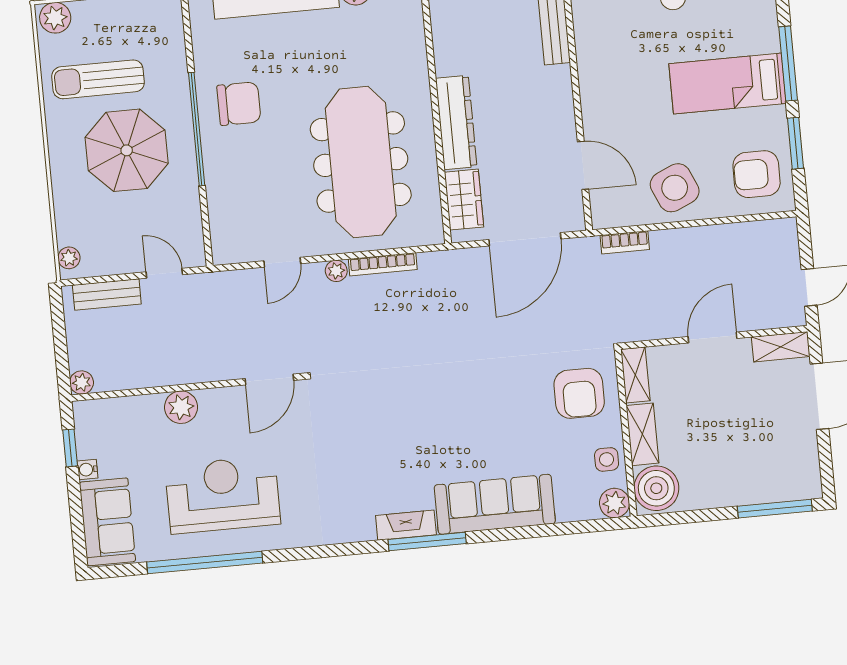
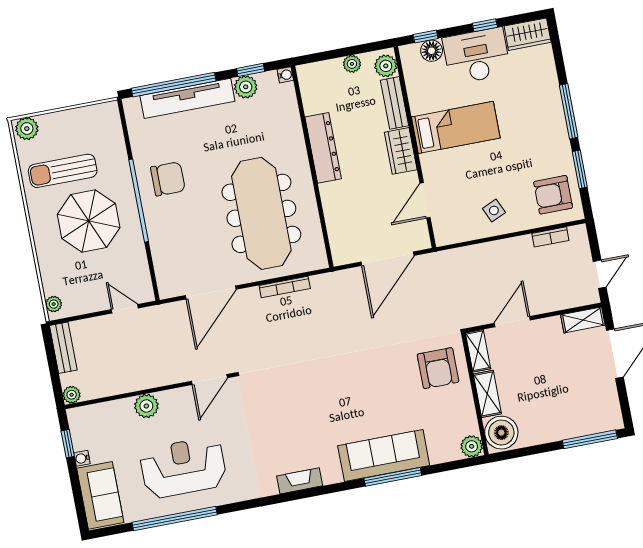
bed: (727, 84) -> (456, 127), moved, turned 180
dresser: (456, 122) -> (323, 148), moved
door: (583, 165) -> (425, 200), swing flipped
side table: (675, 188) -> (494, 210), width x0.54, depth x0.54
wardrobe: (464, 200) -> (401, 151), moved, turned 180
bookcase: (625, 242) -> (550, 237), moved
door: (282, 262) -> (211, 292), width x1.87
plant: (336, 271) -> (251, 295), removed
bench: (107, 294) -> (63, 348), moved, turned 90
door: (712, 338) -> (512, 322), moved
side table: (607, 459) -> (463, 415), removed
fireplace: (406, 525) -> (300, 481), moved
window: (427, 542) -> (393, 477), moved

